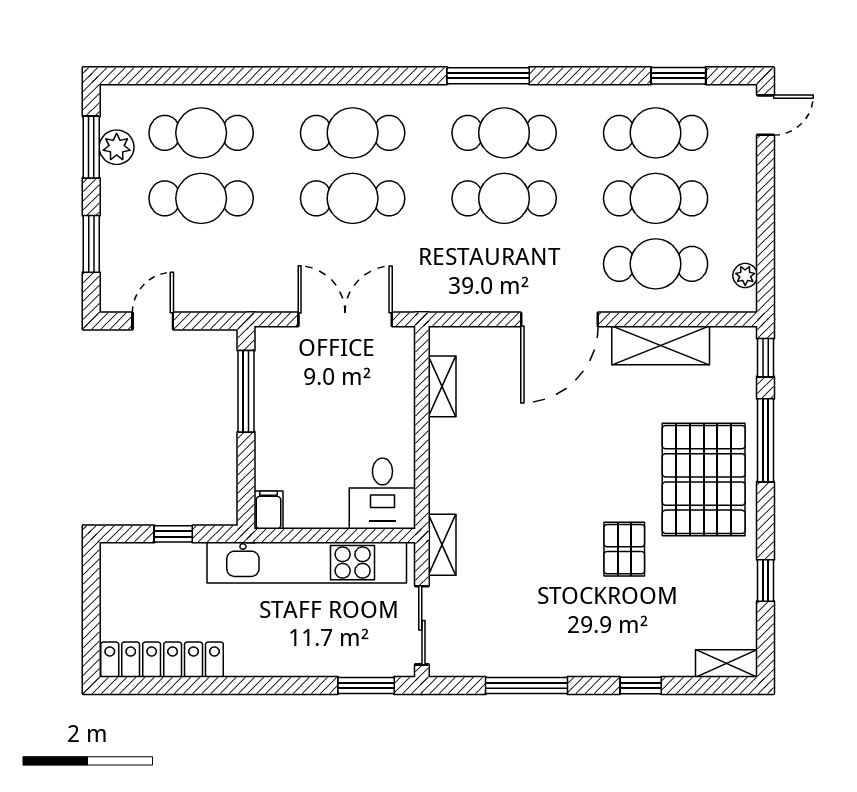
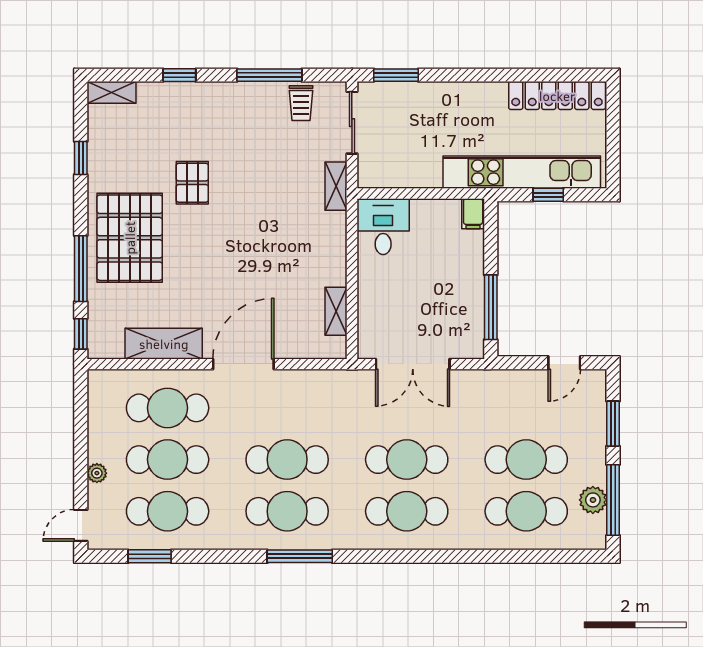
window: (91, 147) -> (613, 500), width x1.44
plant: (745, 275) -> (97, 473), moved
kitchen unit: (307, 563) -> (522, 172), moved
trolley: (486, 650) -> (301, 103), added

